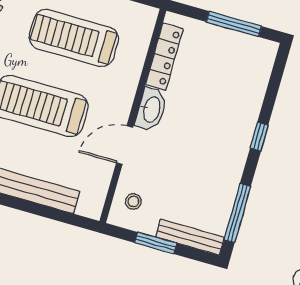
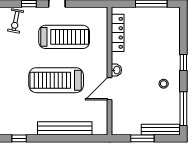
treadmill: (74, 38) -> (64, 37), turned 180
washbasin: (151, 109) -> (116, 70), width x0.52, depth x0.69
stool: (133, 201) -> (164, 84), moved

